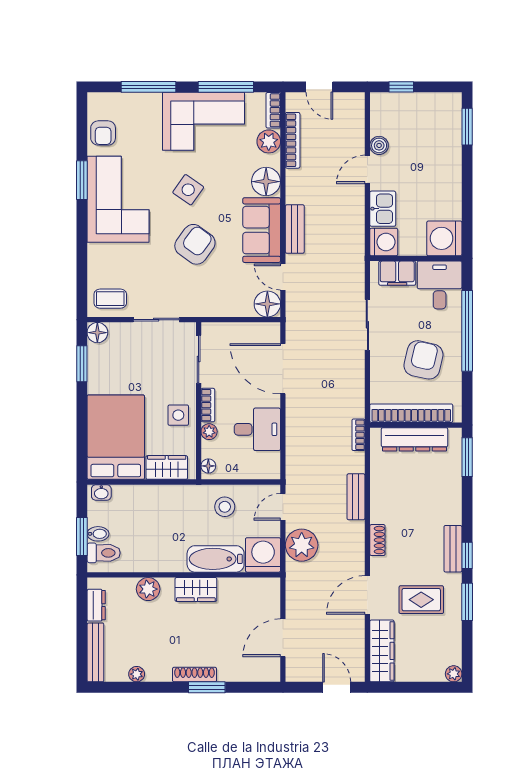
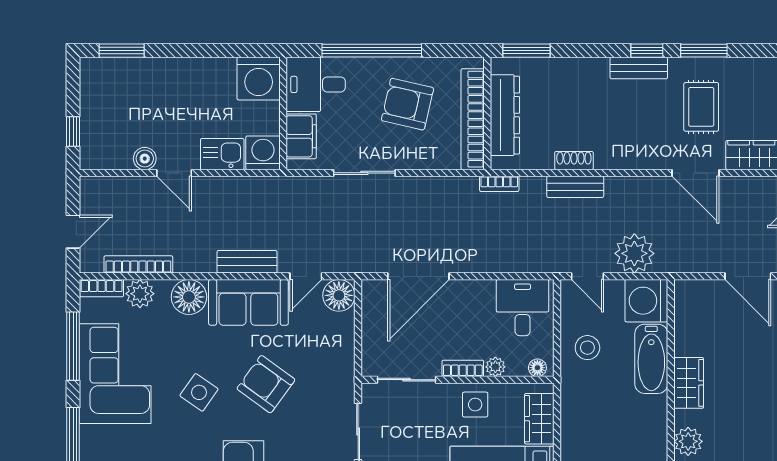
desk: (257, 429) -> (523, 308), moved
shoe rack: (377, 540) -> (574, 161), moved

